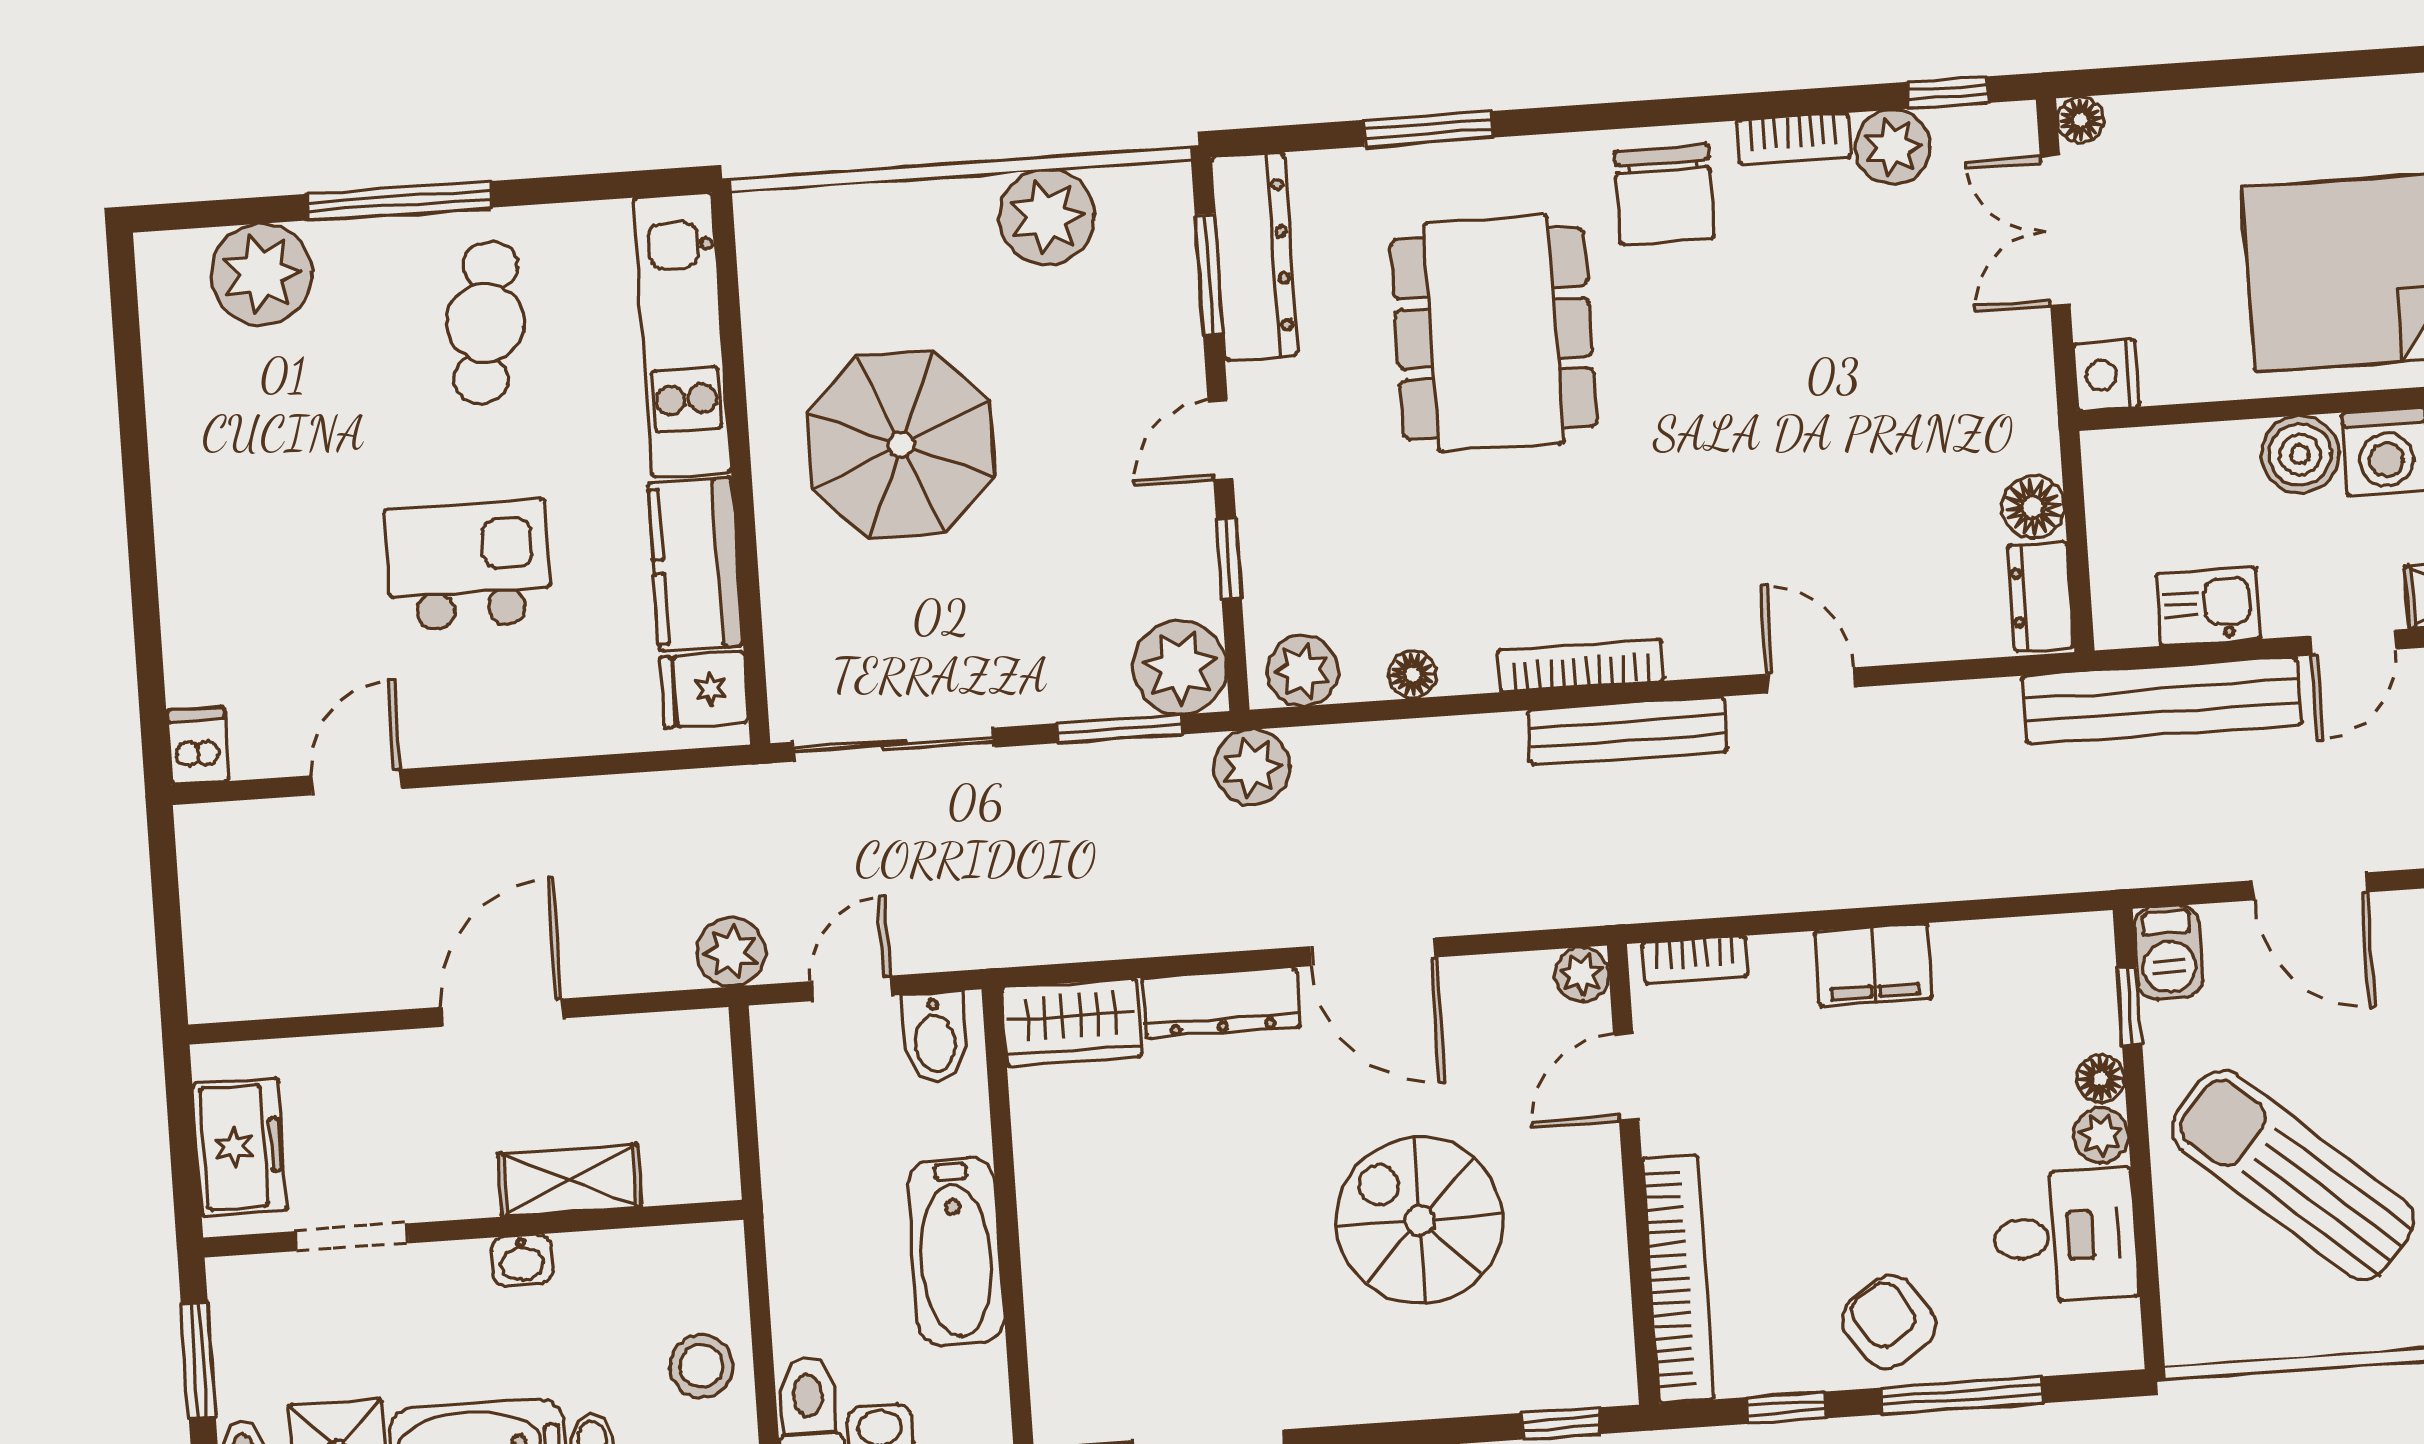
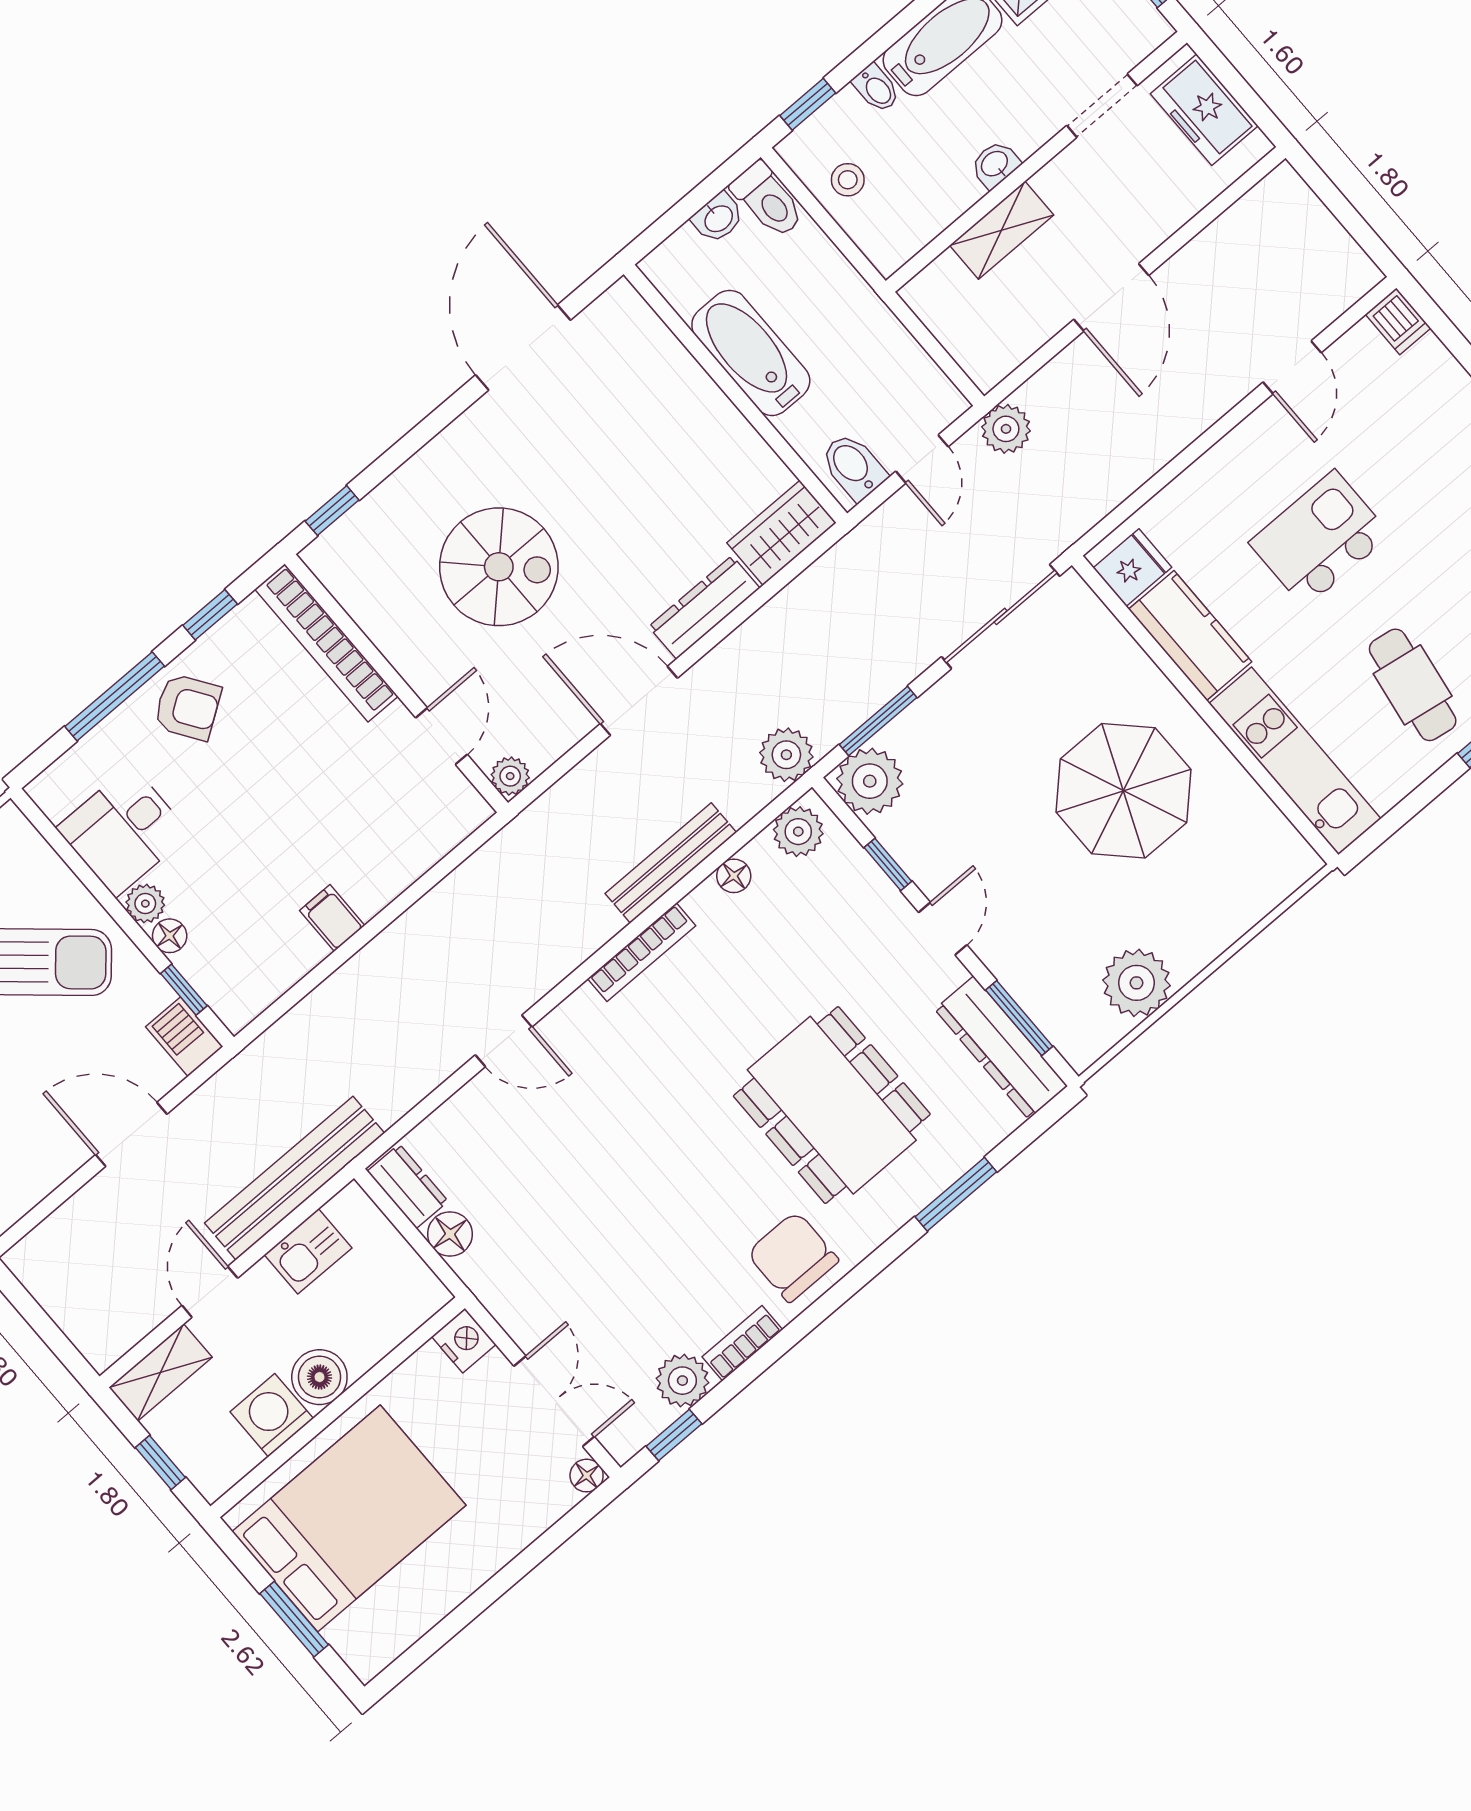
kitchen island: (468, 565) -> (1320, 539), turned 180
bench: (1627, 731) -> (671, 863), moved
bookcase: (1695, 960) -> (452, 832), removed
filing cabinet: (1873, 965) -> (332, 918), width x0.50
stool: (701, 1366) -> (848, 180), width x0.73, depth x0.73

